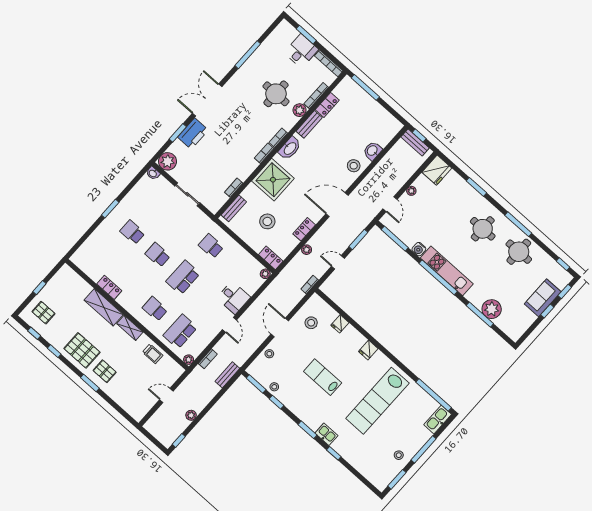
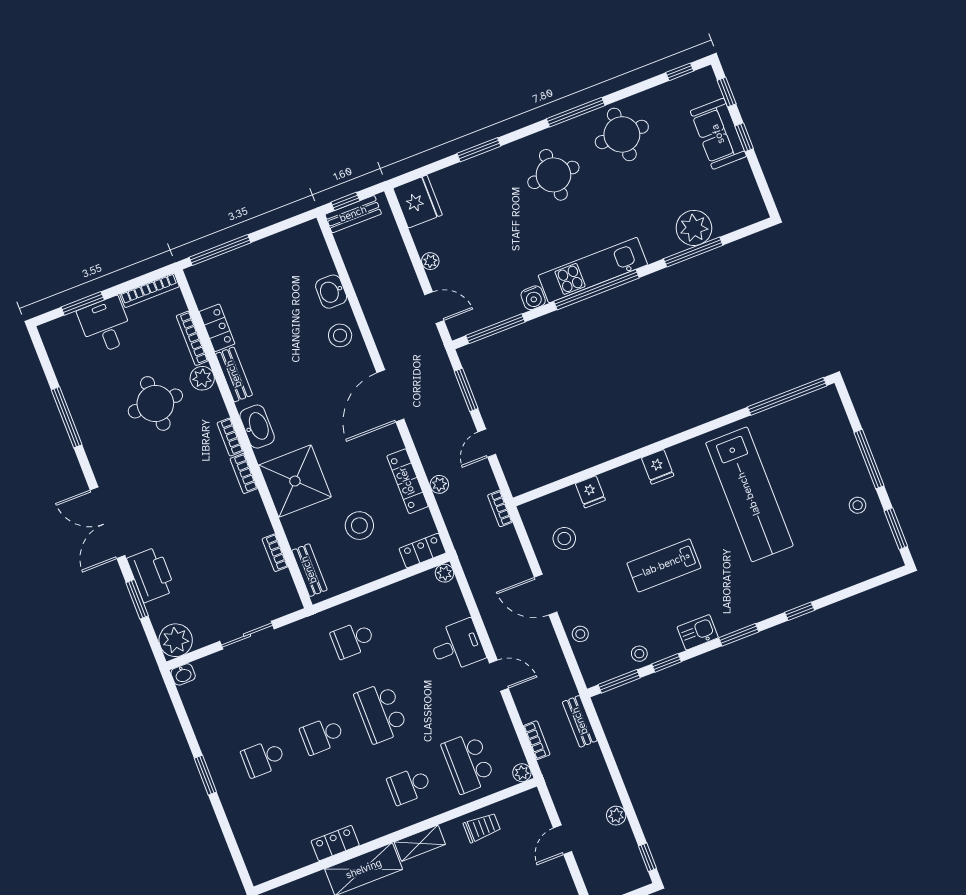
locker: (304, 229) -> (407, 481), width x1.53
kitchen sink: (438, 419) -> (831, 411), removed
kitchen sink: (326, 434) -> (698, 632), moved

